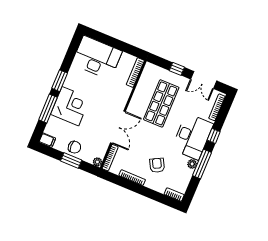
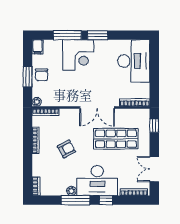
window: (177, 69) -> (154, 126), moved
double door: (118, 127) -> (97, 108), moved
armchair: (157, 165) -> (66, 149), moved

